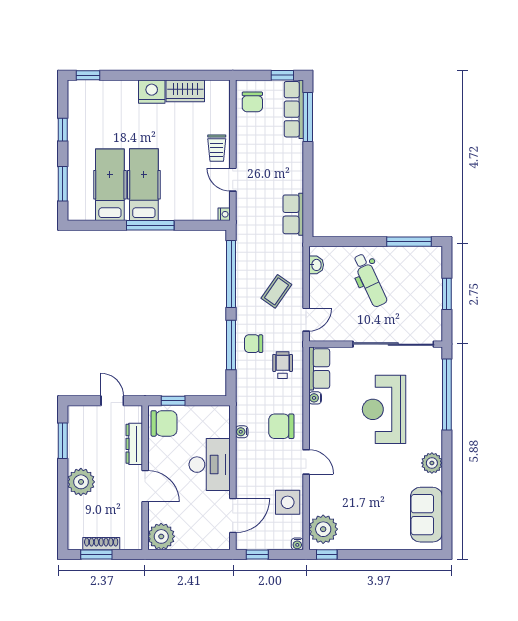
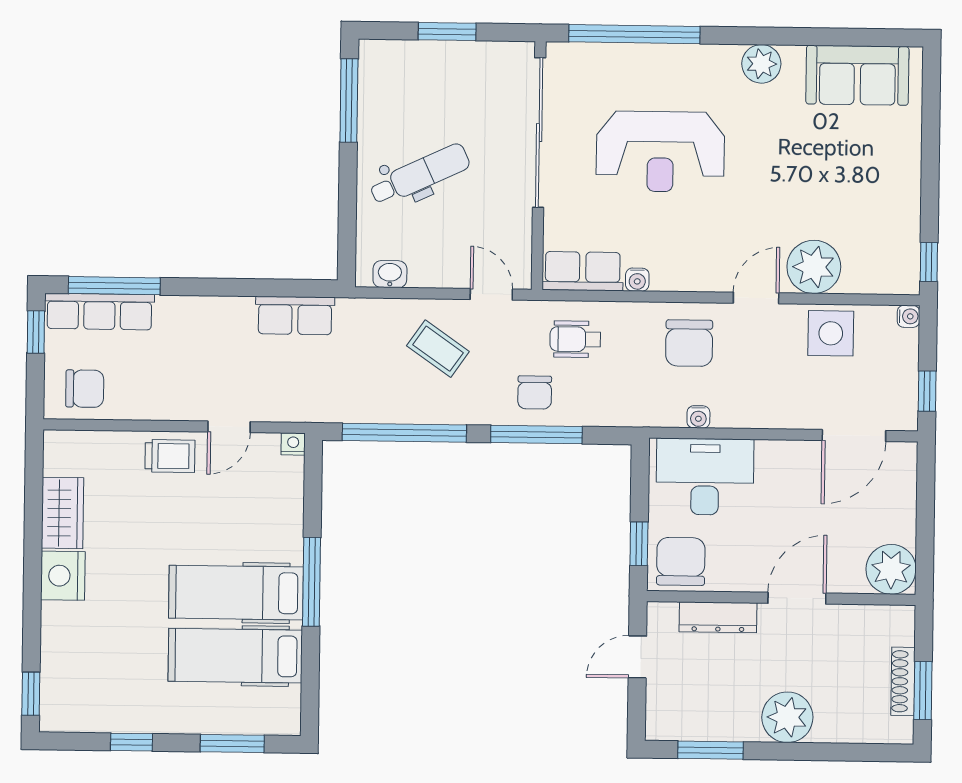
desk: (210, 465) -> (705, 477), moved
door: (233, 516) -> (854, 436), swing flipped
plant: (323, 529) -> (814, 267), moved

